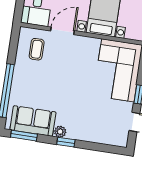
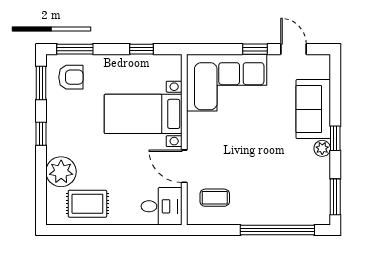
sofa: (33, 121) -> (313, 109), moved

